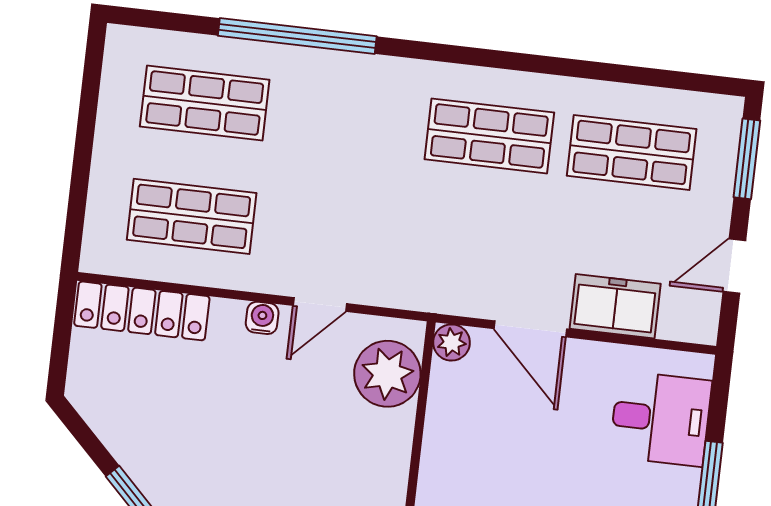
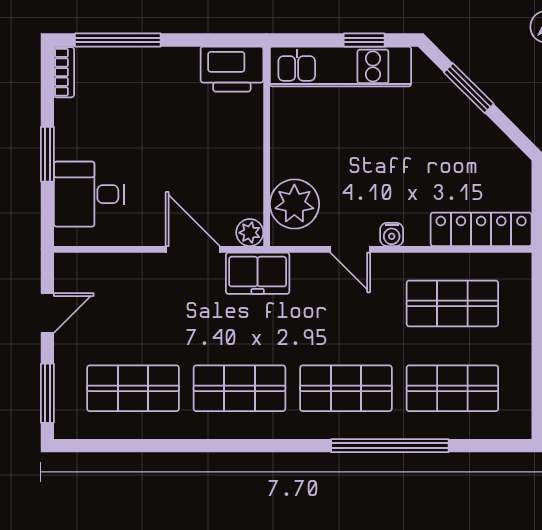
shop shelf: (347, 120) -> (346, 388), added
door: (320, 304) -> (350, 249), swing flipped
freezer: (615, 306) -> (258, 273), moved

